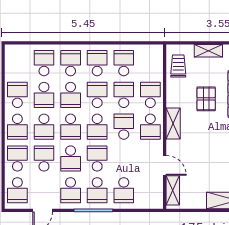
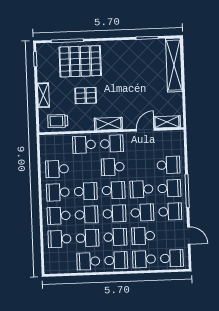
school desk: (97, 95) -> (86, 191), turned 180
school desk: (124, 95) -> (85, 168), removed

